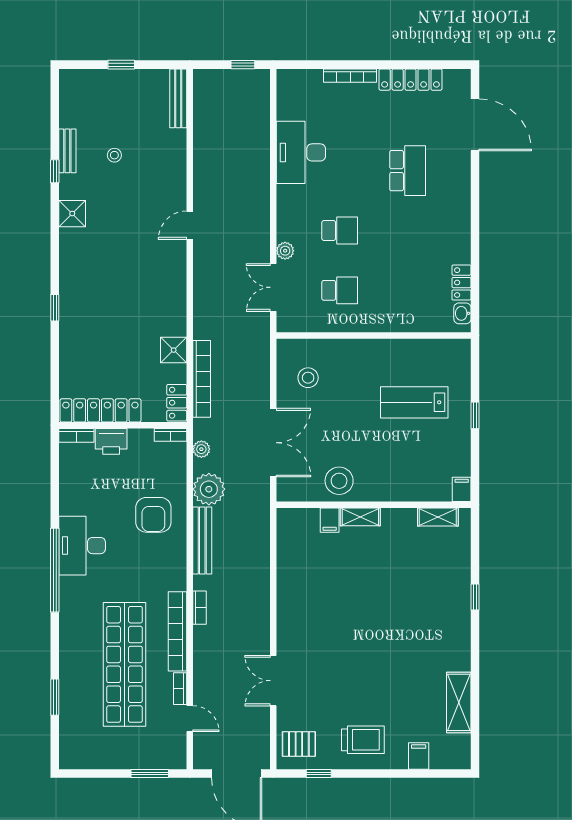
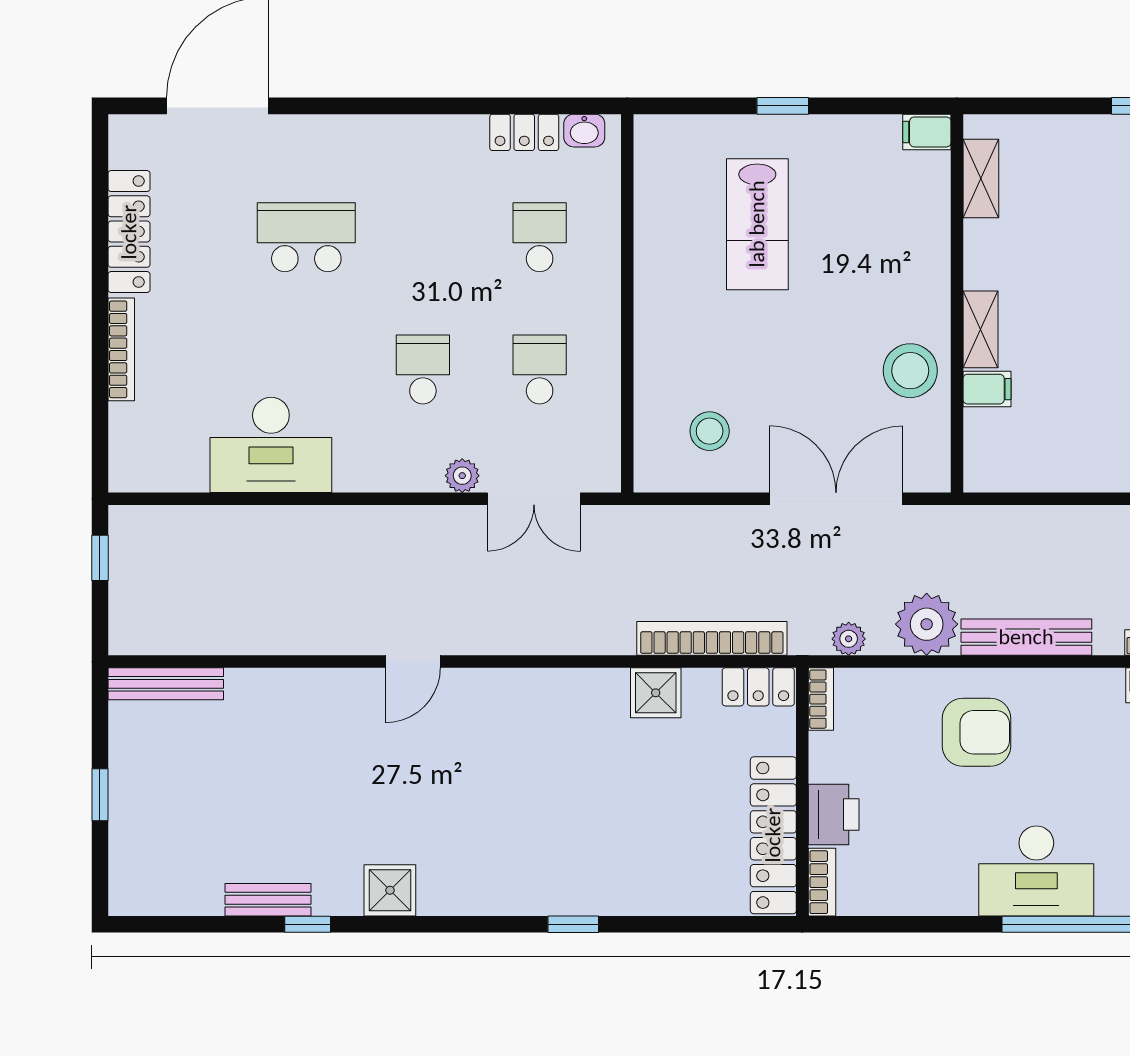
stool: (114, 155) -> (276, 808), removed
door: (190, 225) -> (413, 662), hinge flipped
school desk: (408, 290) -> (540, 237), added

